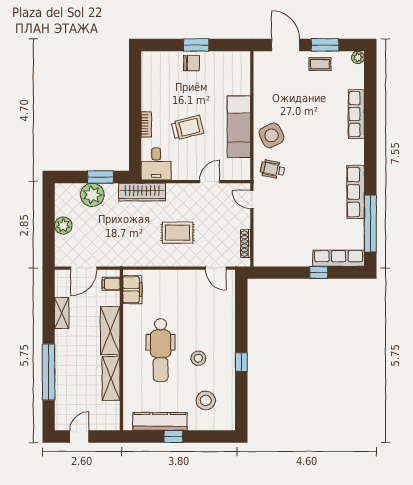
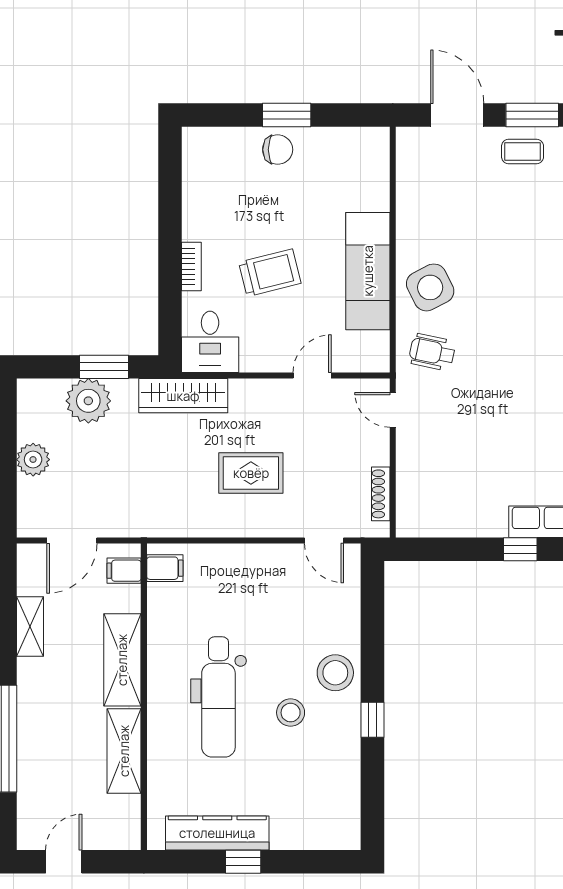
filing cabinet: (132, 290) -> (165, 568), width x0.50
stool: (206, 400) -> (335, 673), moved

